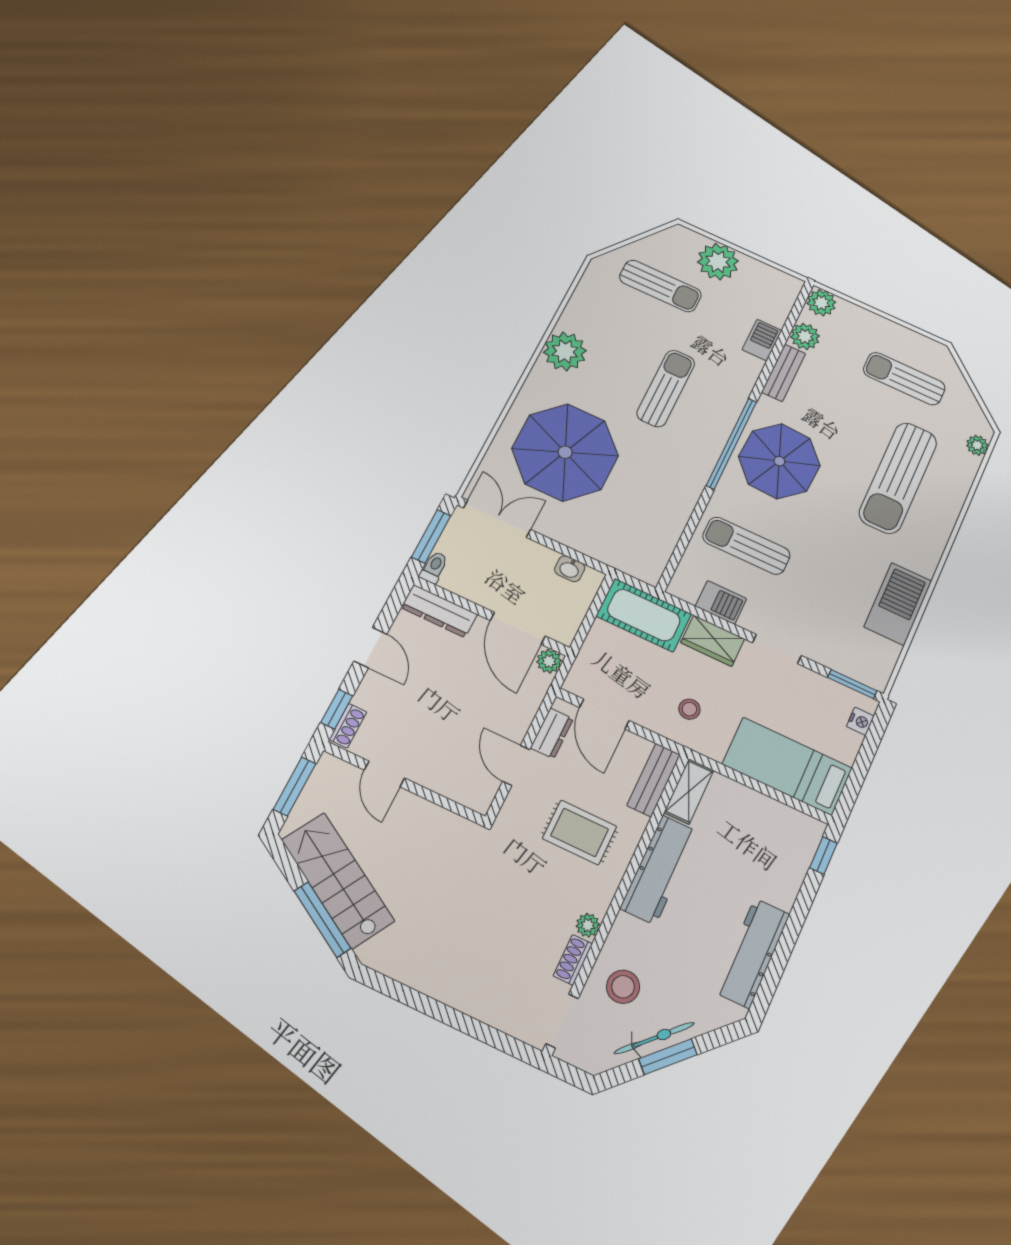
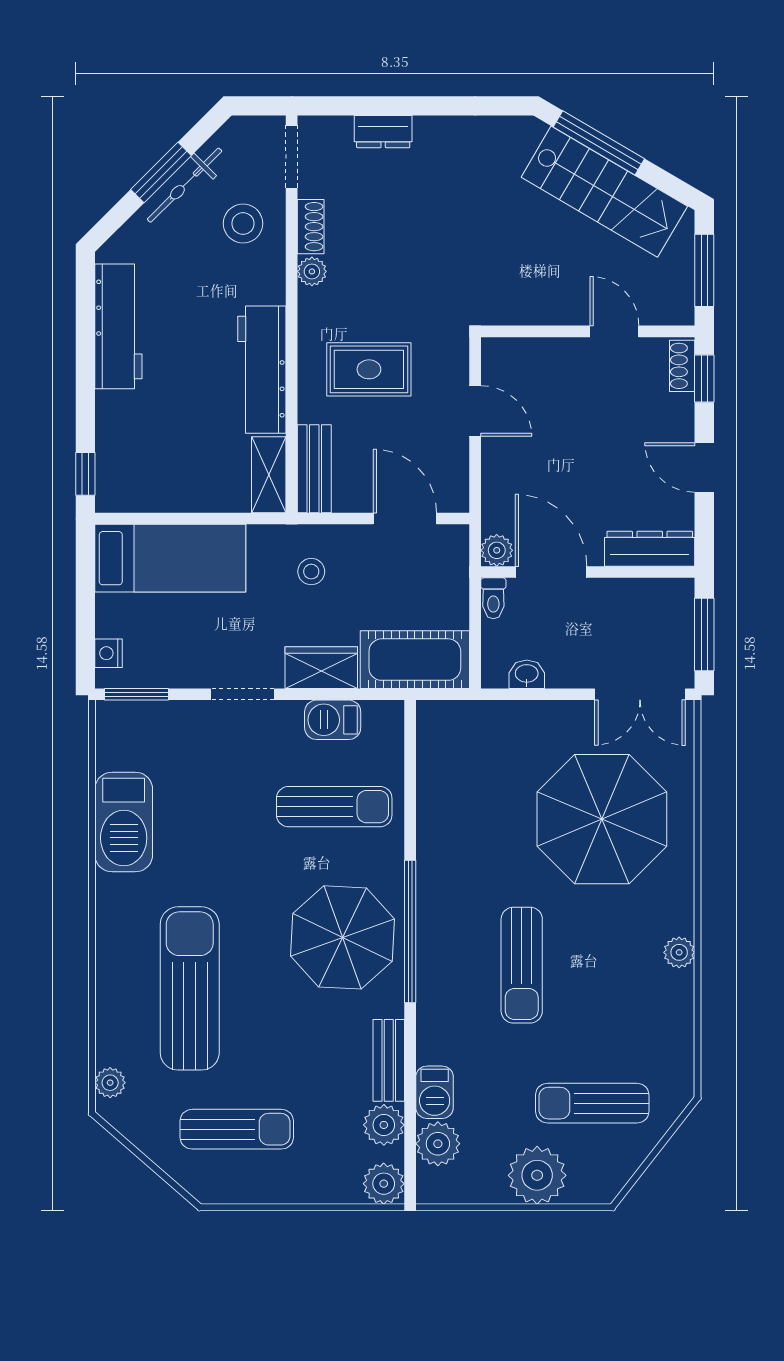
plant: (774, 309) -> (438, 1144), added
plant: (565, 351) -> (679, 952), width x0.53, depth x0.53
toilet: (434, 567) -> (493, 598), moved
dresser: (552, 733) -> (383, 132), moved, turned -90

